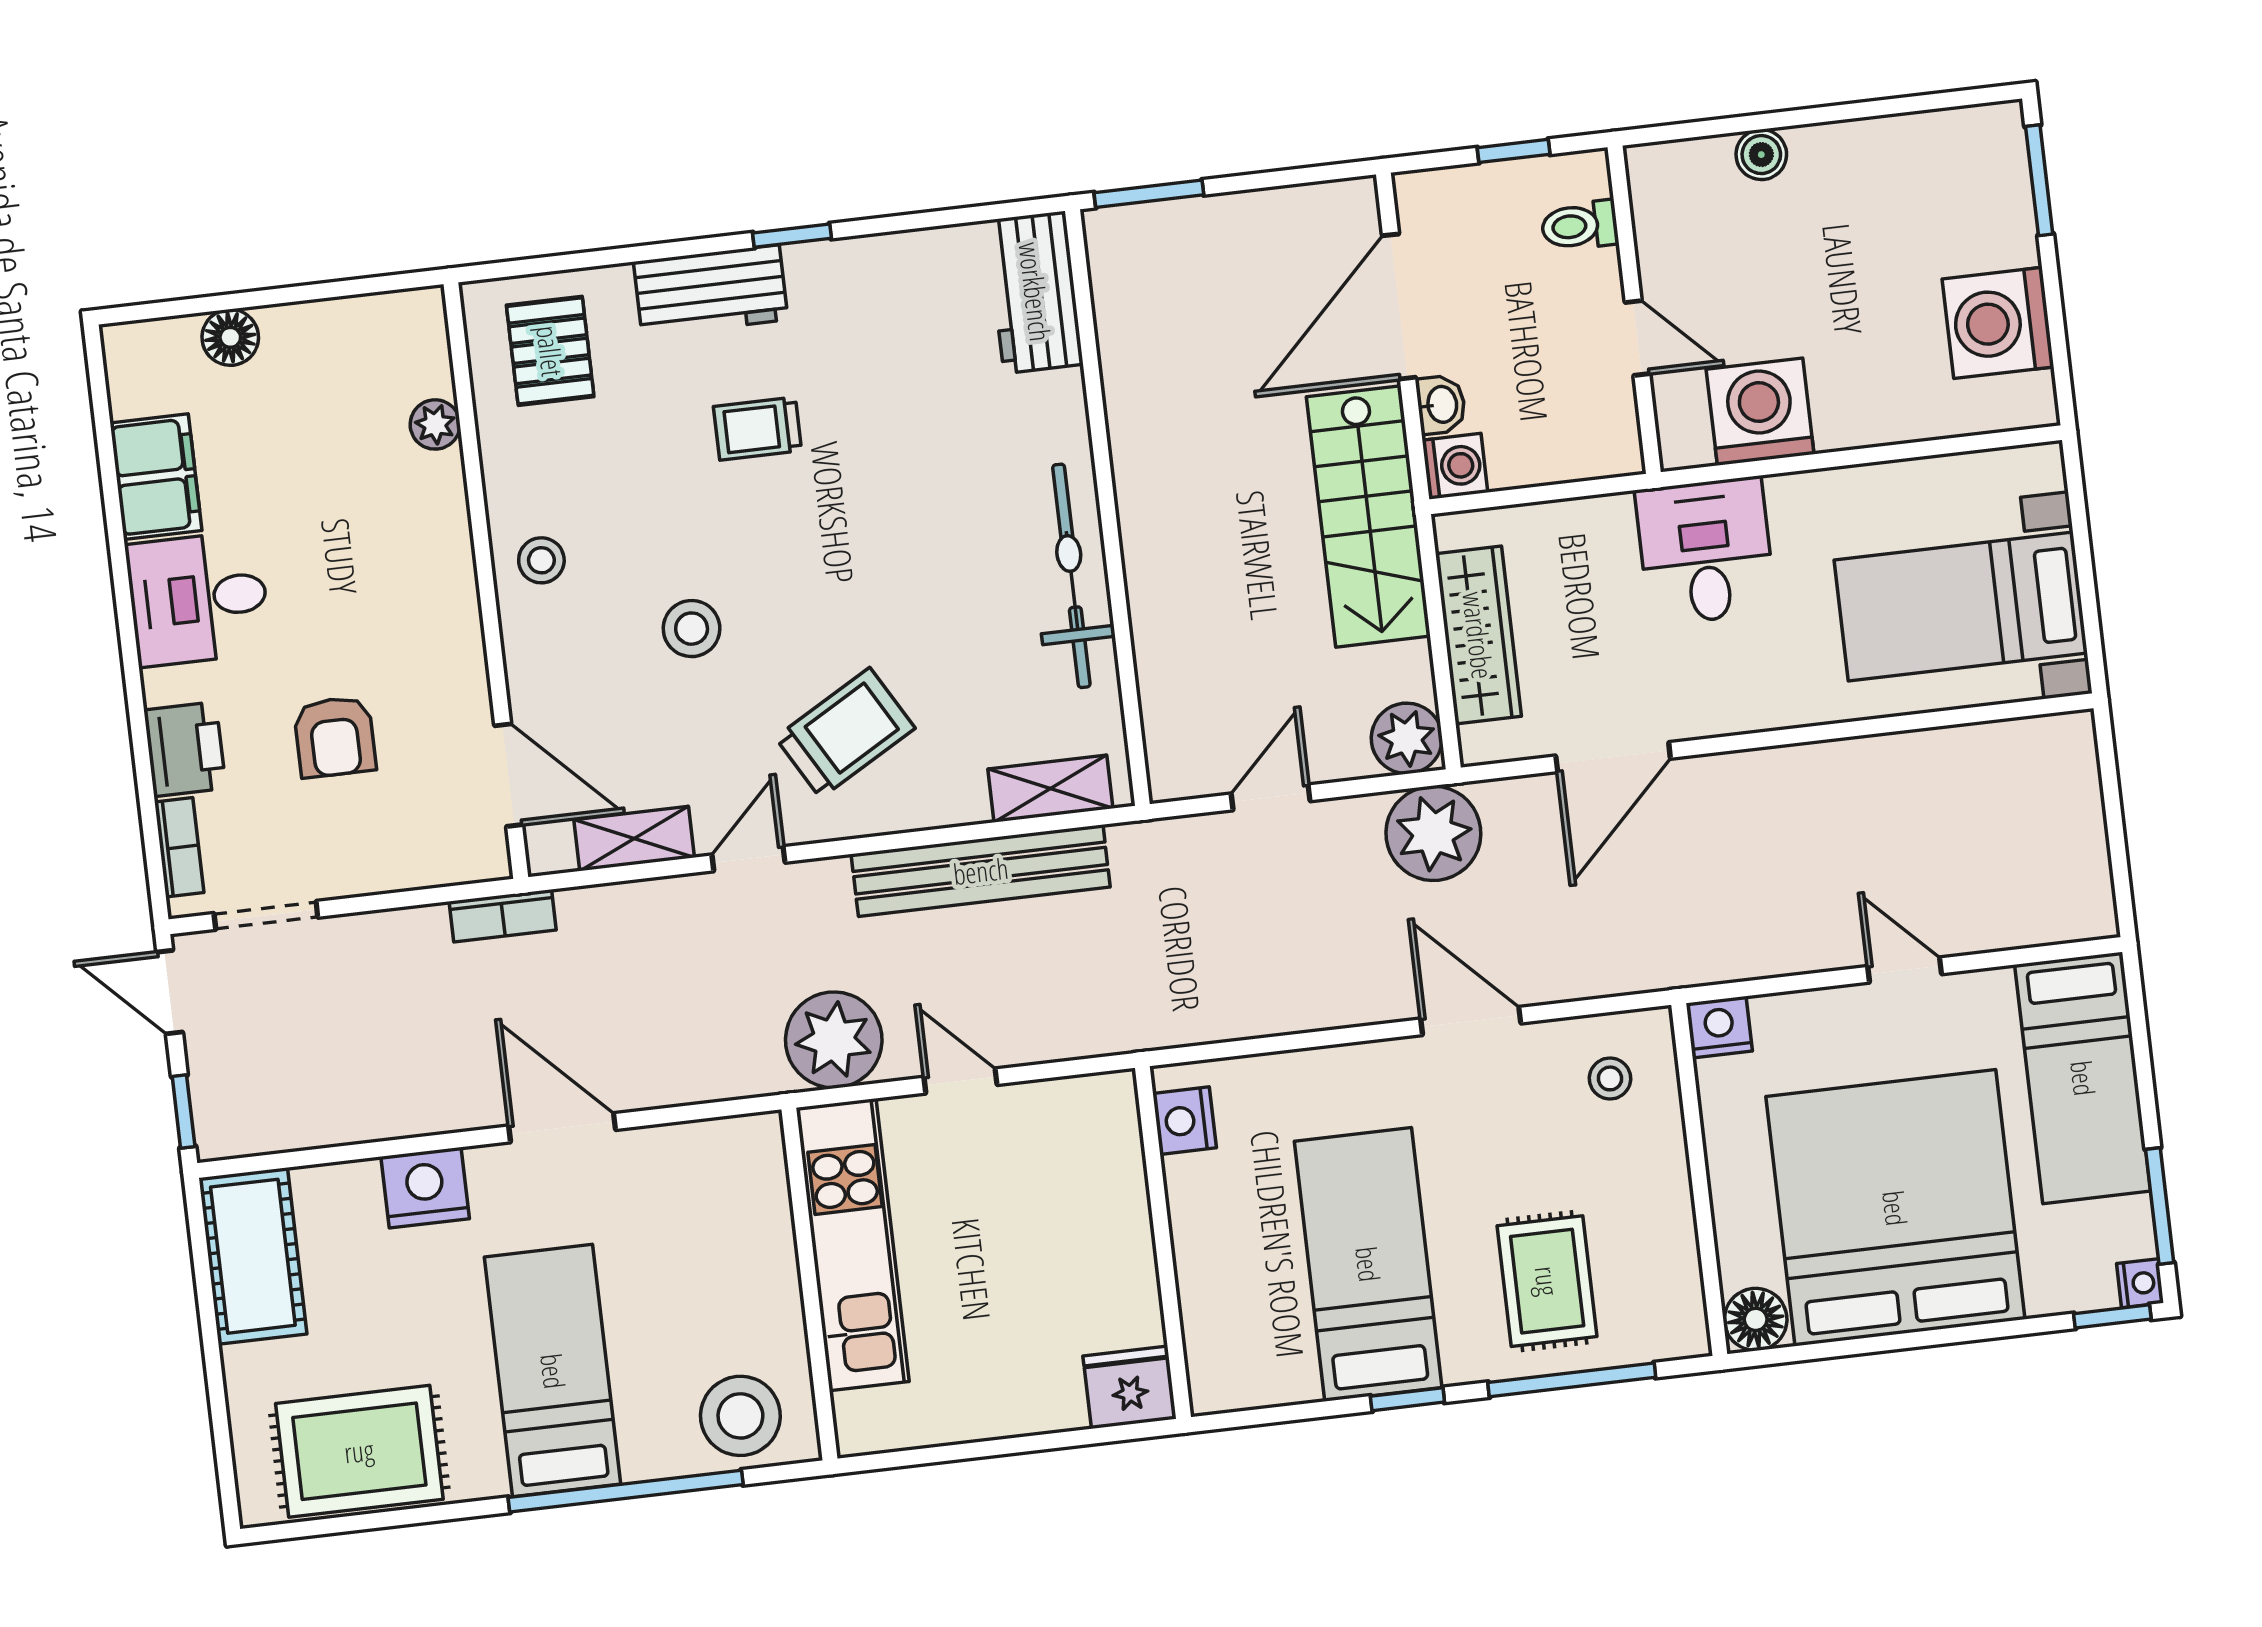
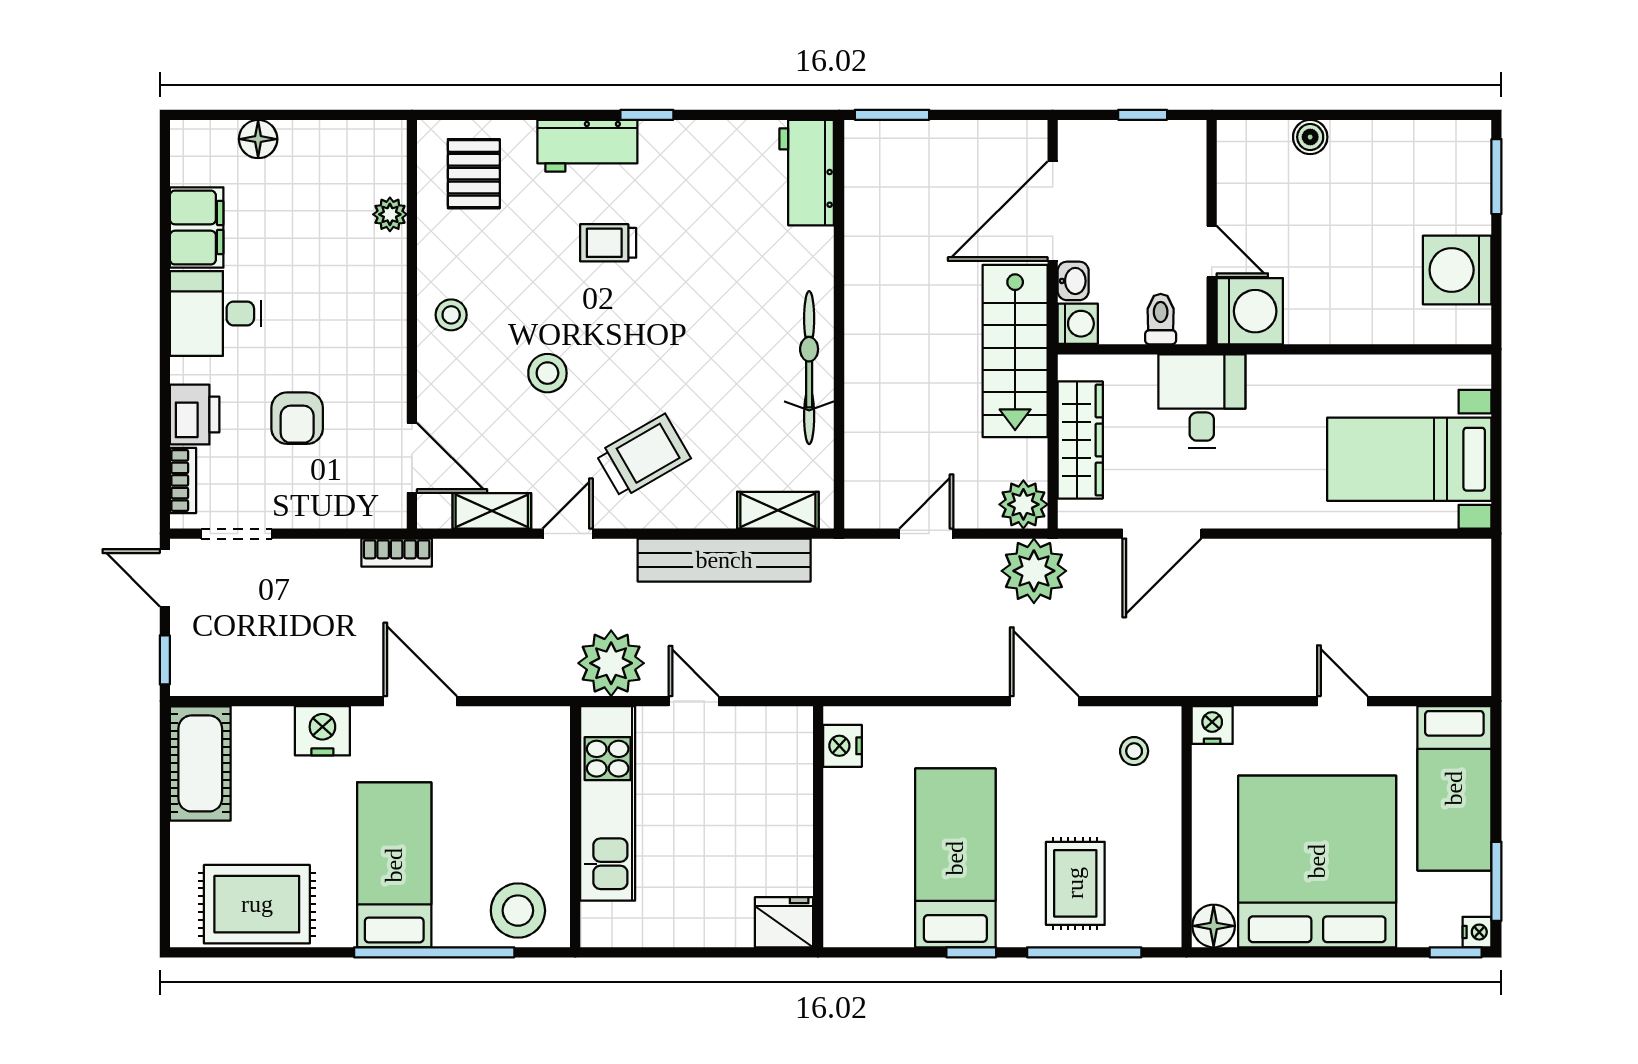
toilet: (1580, 226) -> (1161, 319), moved, turned 90
washing machine: (1760, 412) -> (1250, 311), moved, turned 90
desk: (1705, 551) -> (1202, 401), moved

